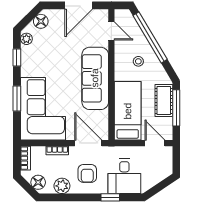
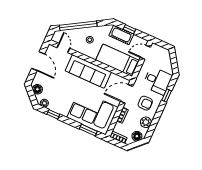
door: (111, 31) -> (63, 48), hinge flipped
window: (17, 98) -> (88, 130), moved
window: (176, 108) -> (129, 29), width x0.46

